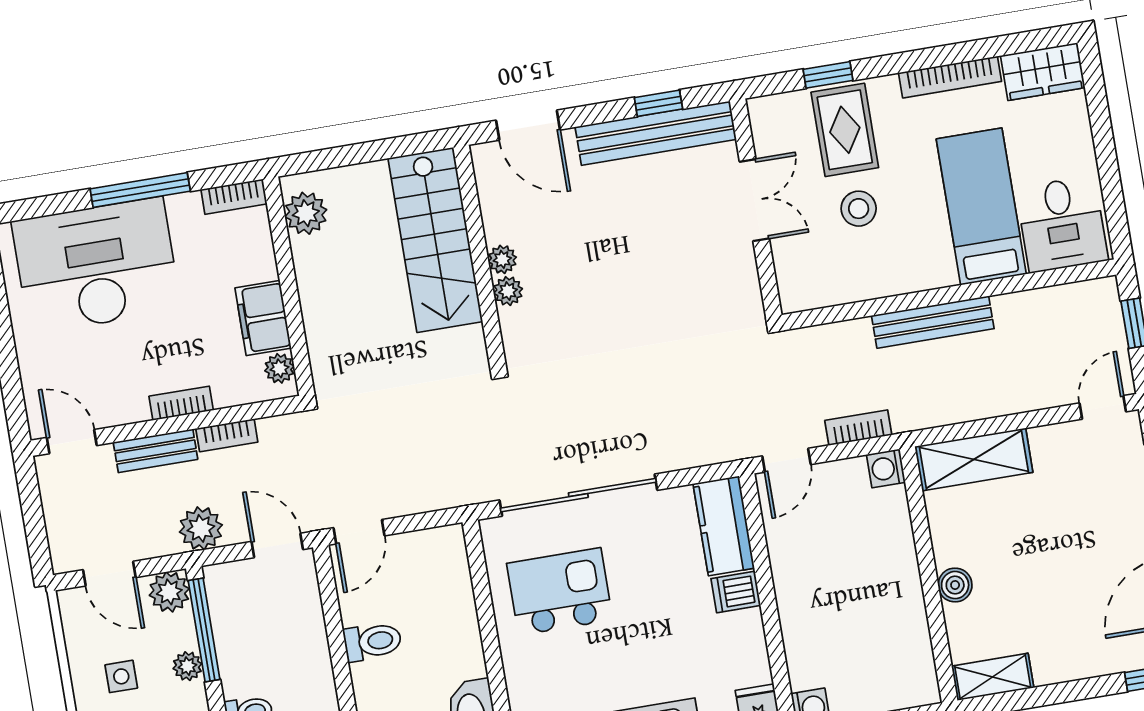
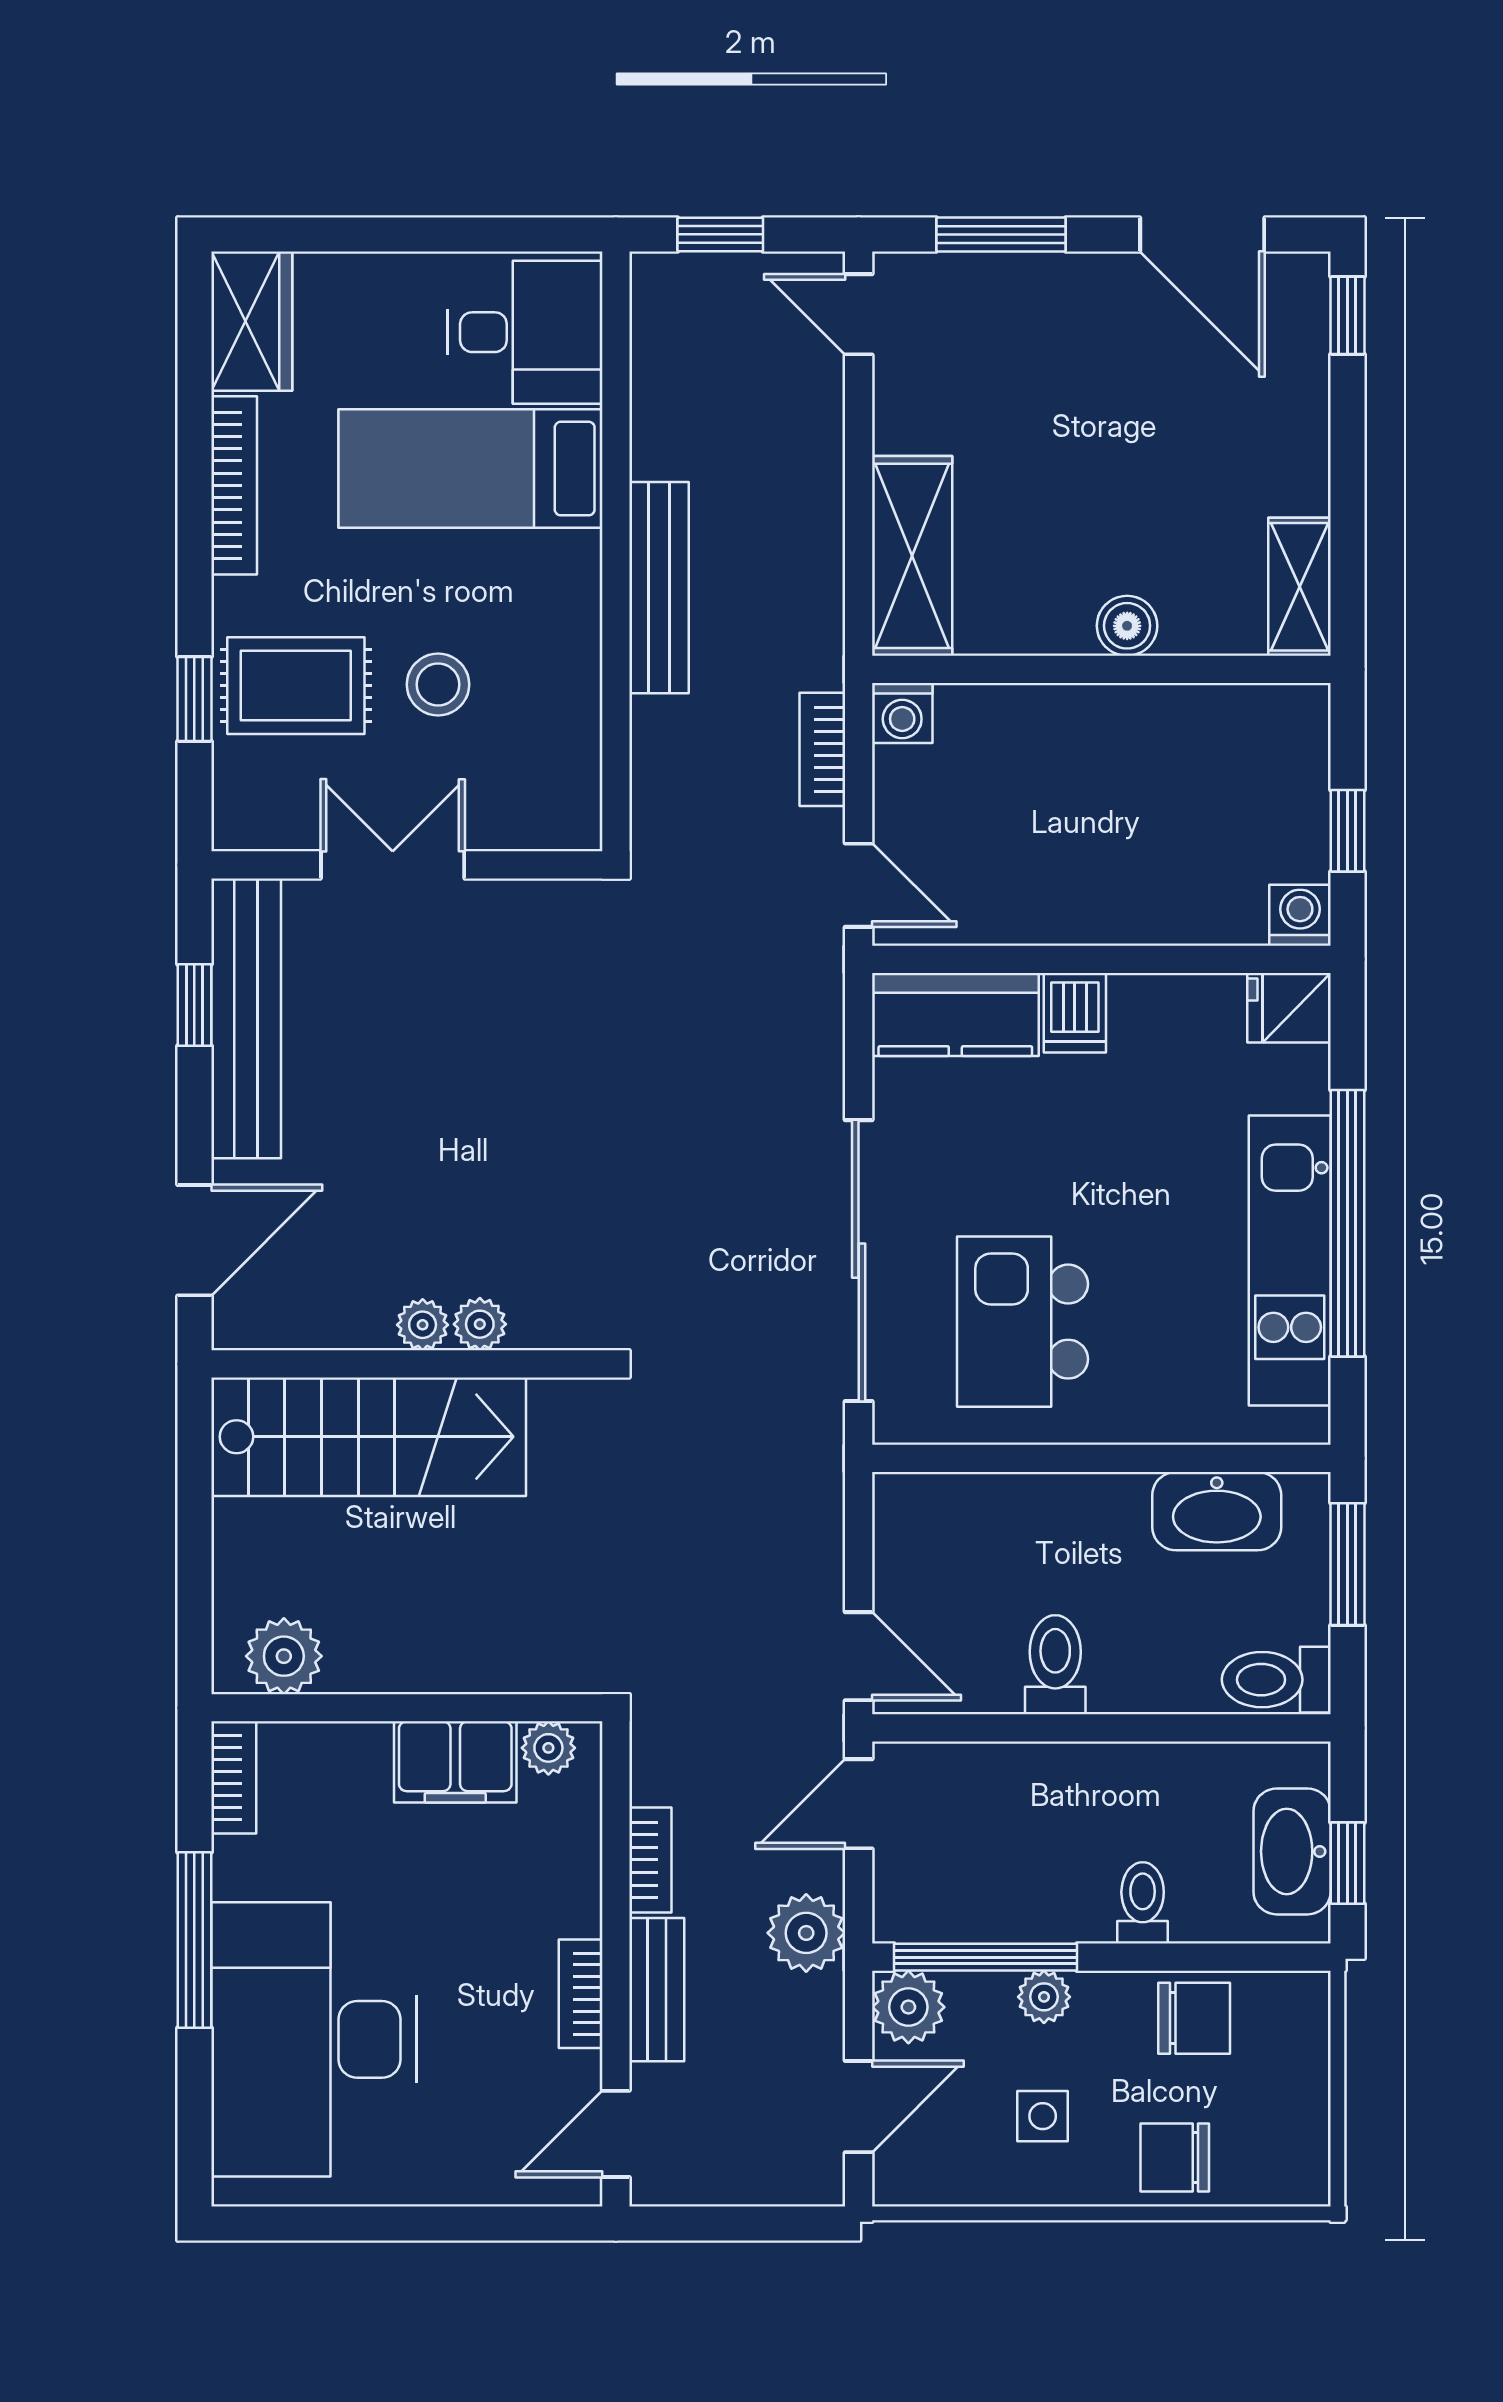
bookcase: (181, 403) -> (581, 1994), moved

